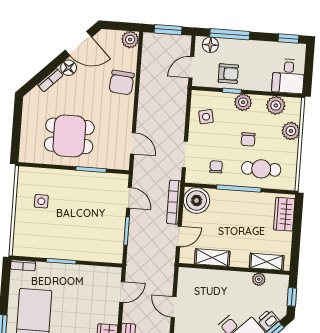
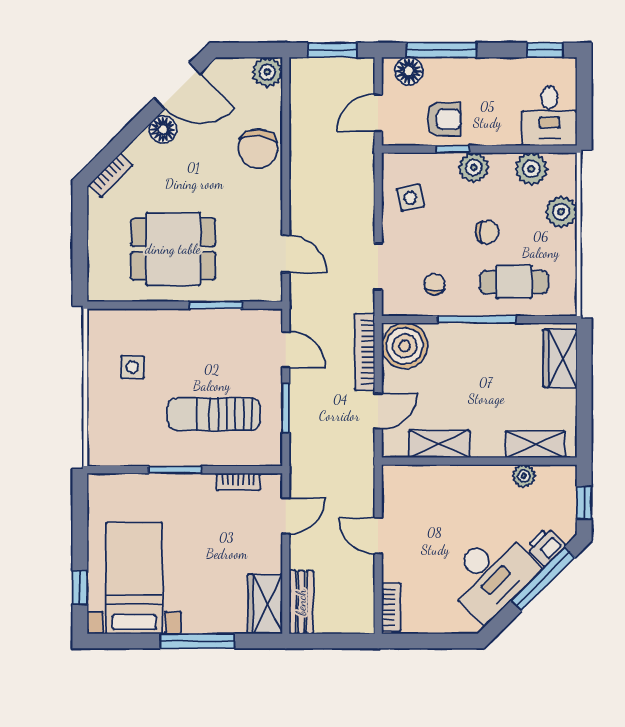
bookcase: (50, 80) -> (111, 175), moved
chair: (248, 139) -> (487, 232), turned -90
sun lounger: (86, 231) -> (214, 414), added
bookcase: (23, 265) -> (238, 482), moved

